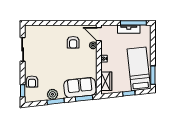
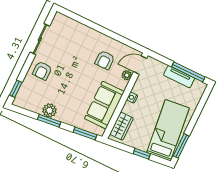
door: (99, 34) -> (140, 65), hinge flipped
armchair: (32, 82) -> (42, 71), moved
sofa: (80, 88) -> (104, 105), moved, turned -84

